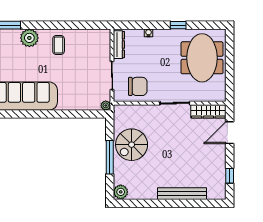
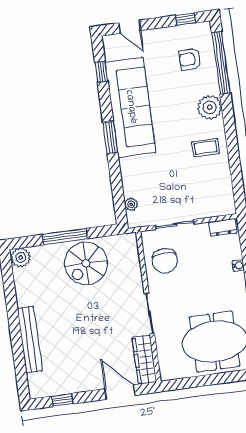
dresser: (119, 45) -> (223, 227), width x0.70
plant: (106, 105) -> (131, 204), moved
window: (41, 114) -> (110, 137), added
spiral stairs: (132, 145) -> (86, 263), turned -90

